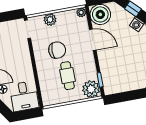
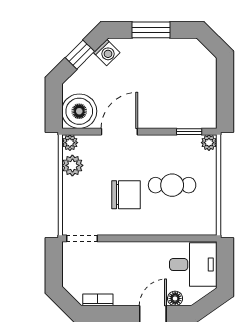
plant: (50, 20) -> (72, 165), moved
chair: (57, 50) -> (126, 195), turned 90
plant: (91, 89) -> (209, 143), width x0.53, depth x0.53

